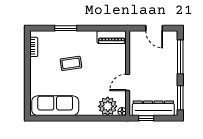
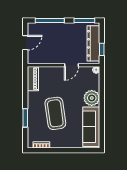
coffee table: (71, 63) -> (55, 113), width x1.86, depth x1.72
door: (128, 82) -> (71, 65), hinge flipped
plant: (108, 106) -> (92, 98), moved

